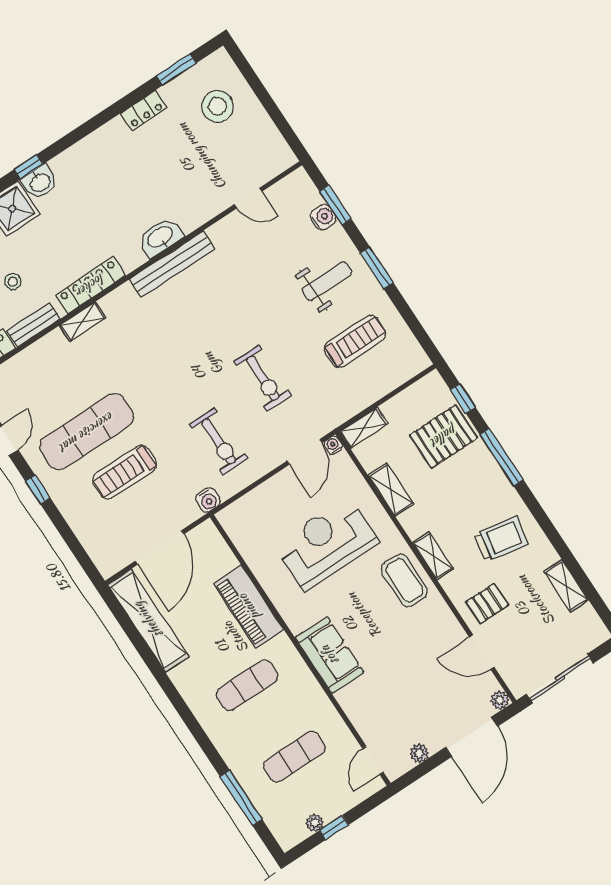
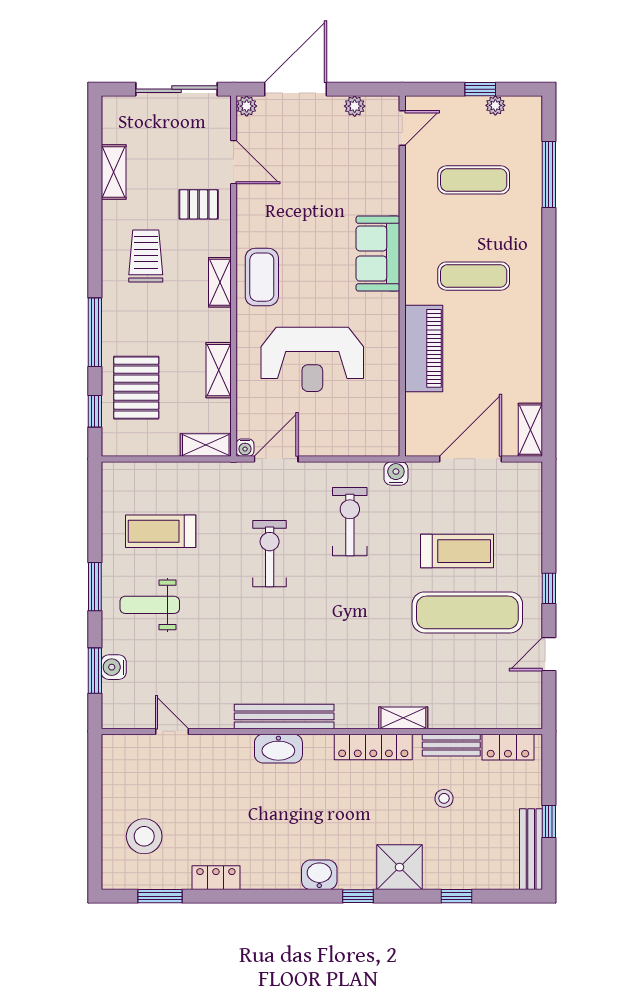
washbasin: (40, 182) -> (319, 875), moved
pallet: (444, 436) -> (136, 388), turned 90
trolley: (501, 539) -> (146, 256), turned 79
shelving: (148, 620) -> (530, 430), width x0.45, depth x0.75

